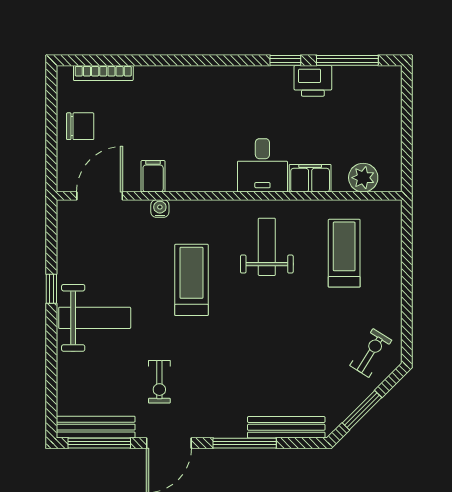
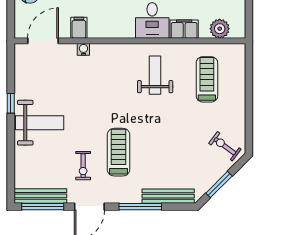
treadmill: (191, 280) -> (119, 152), moved
exercise bike: (371, 353) -> (225, 146), turned -85

